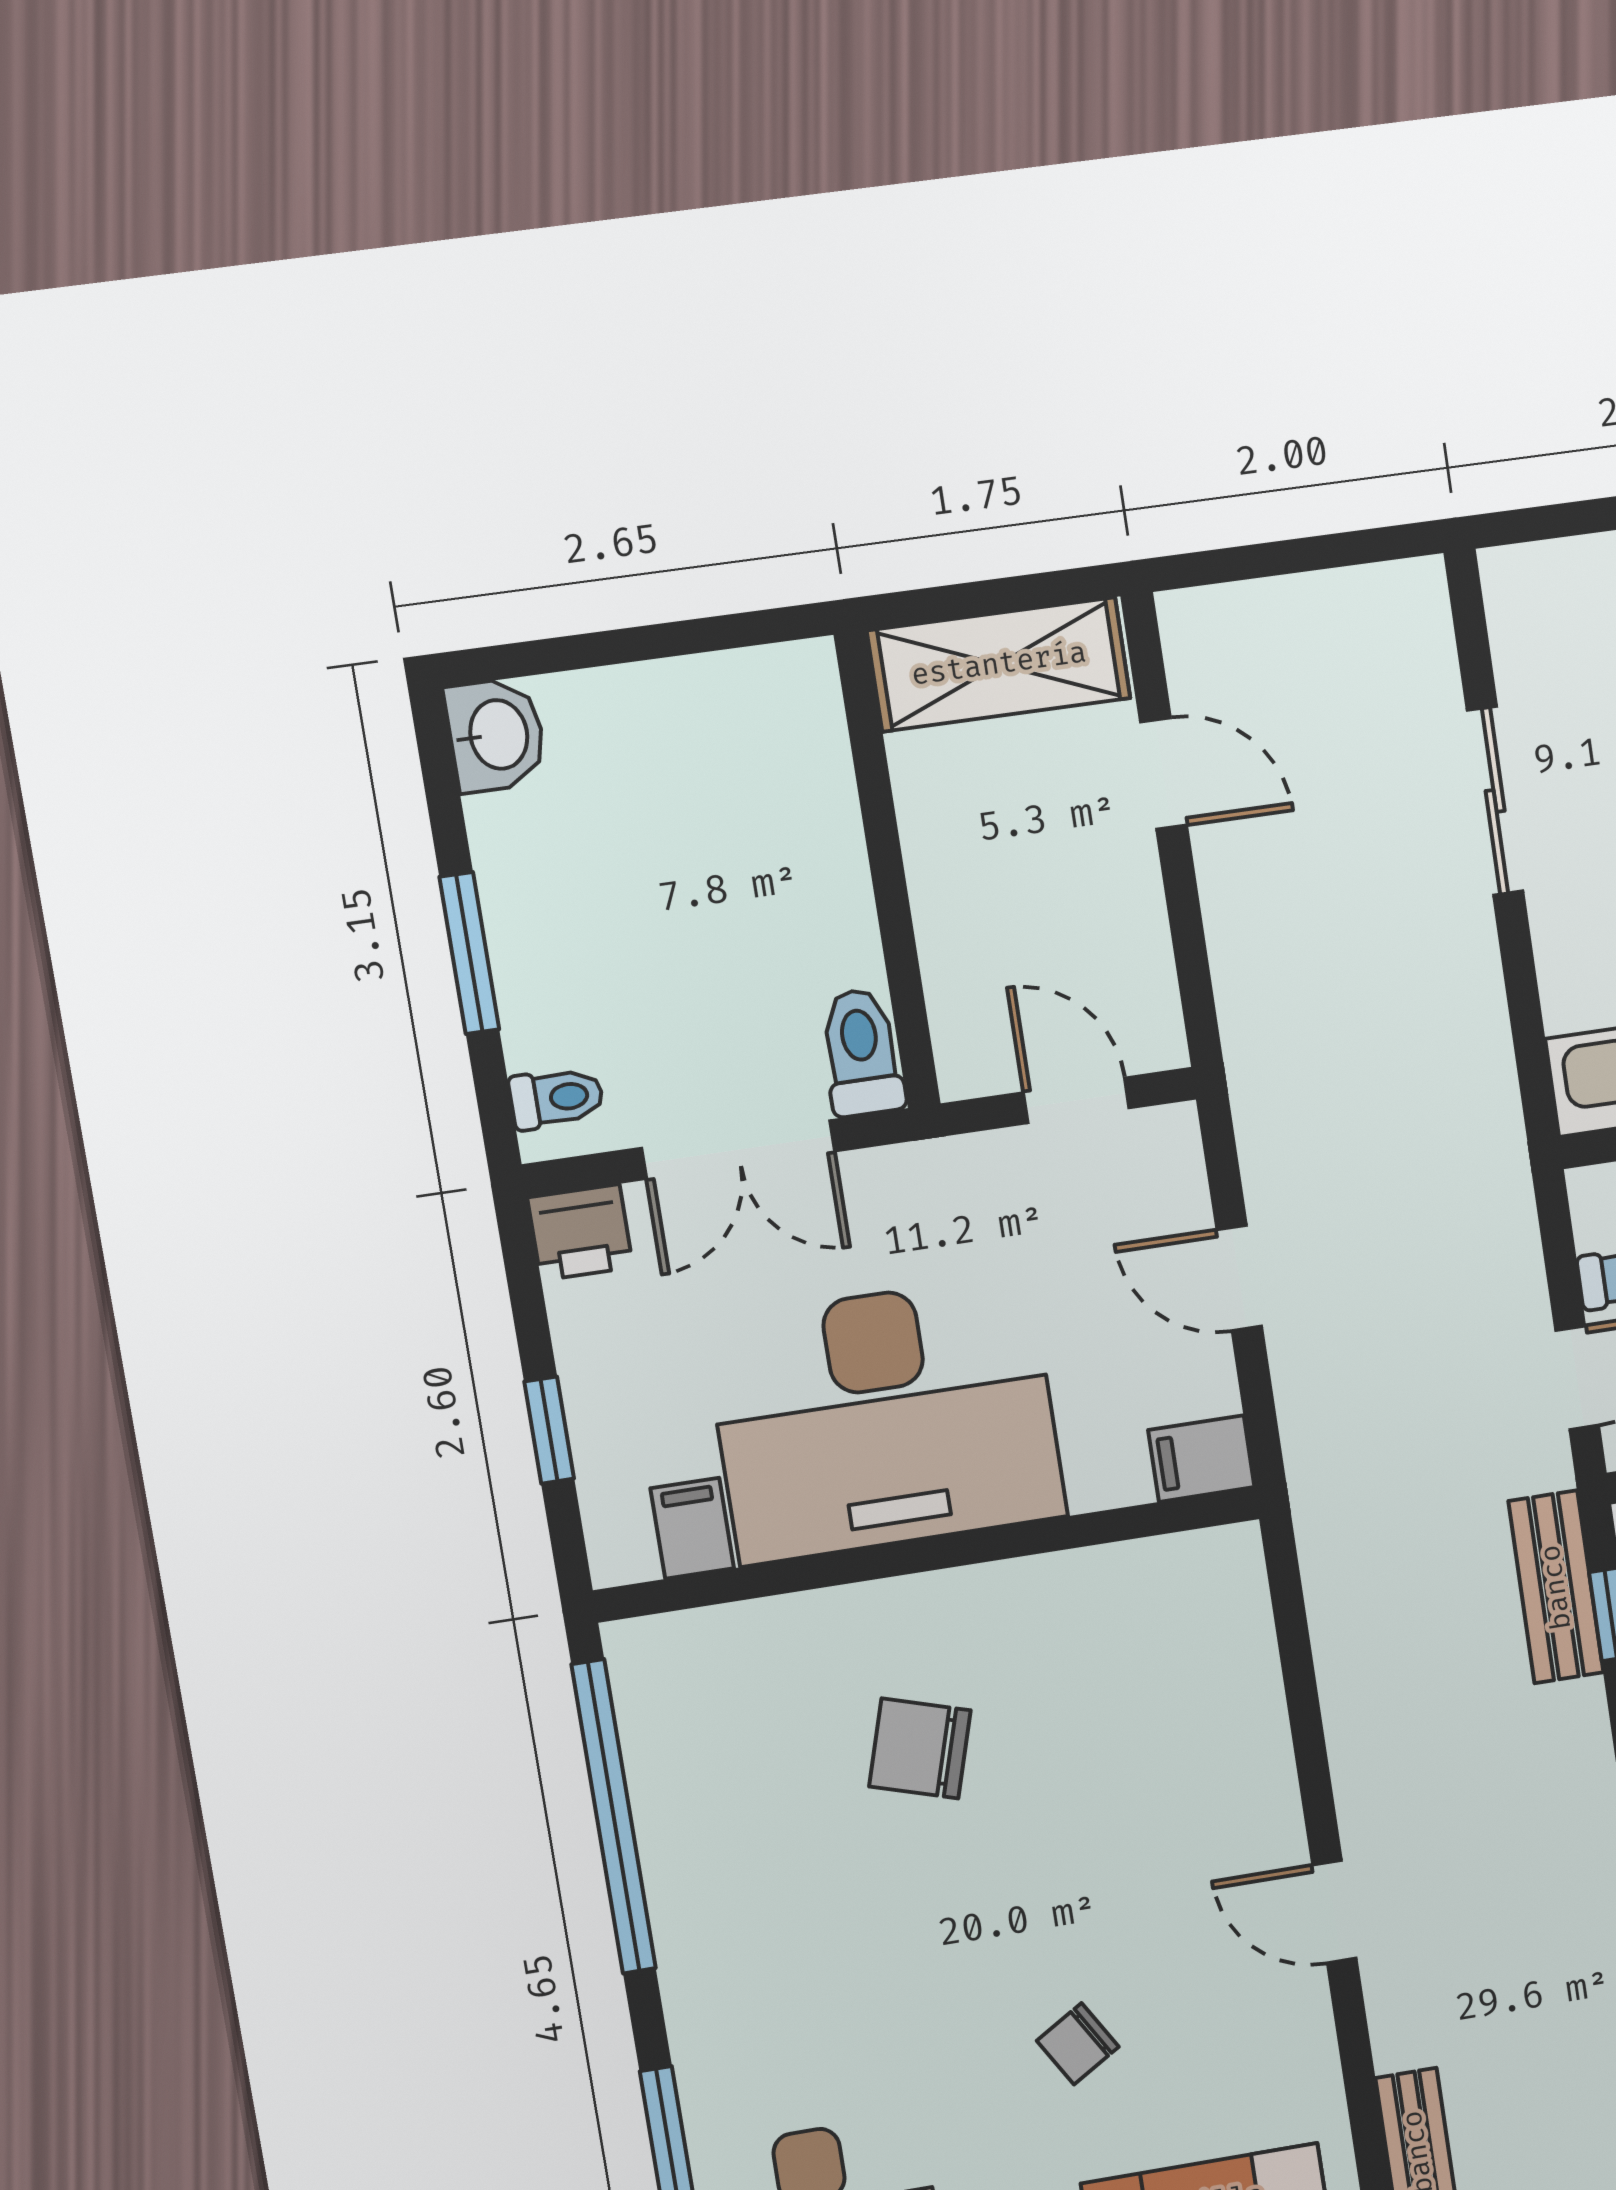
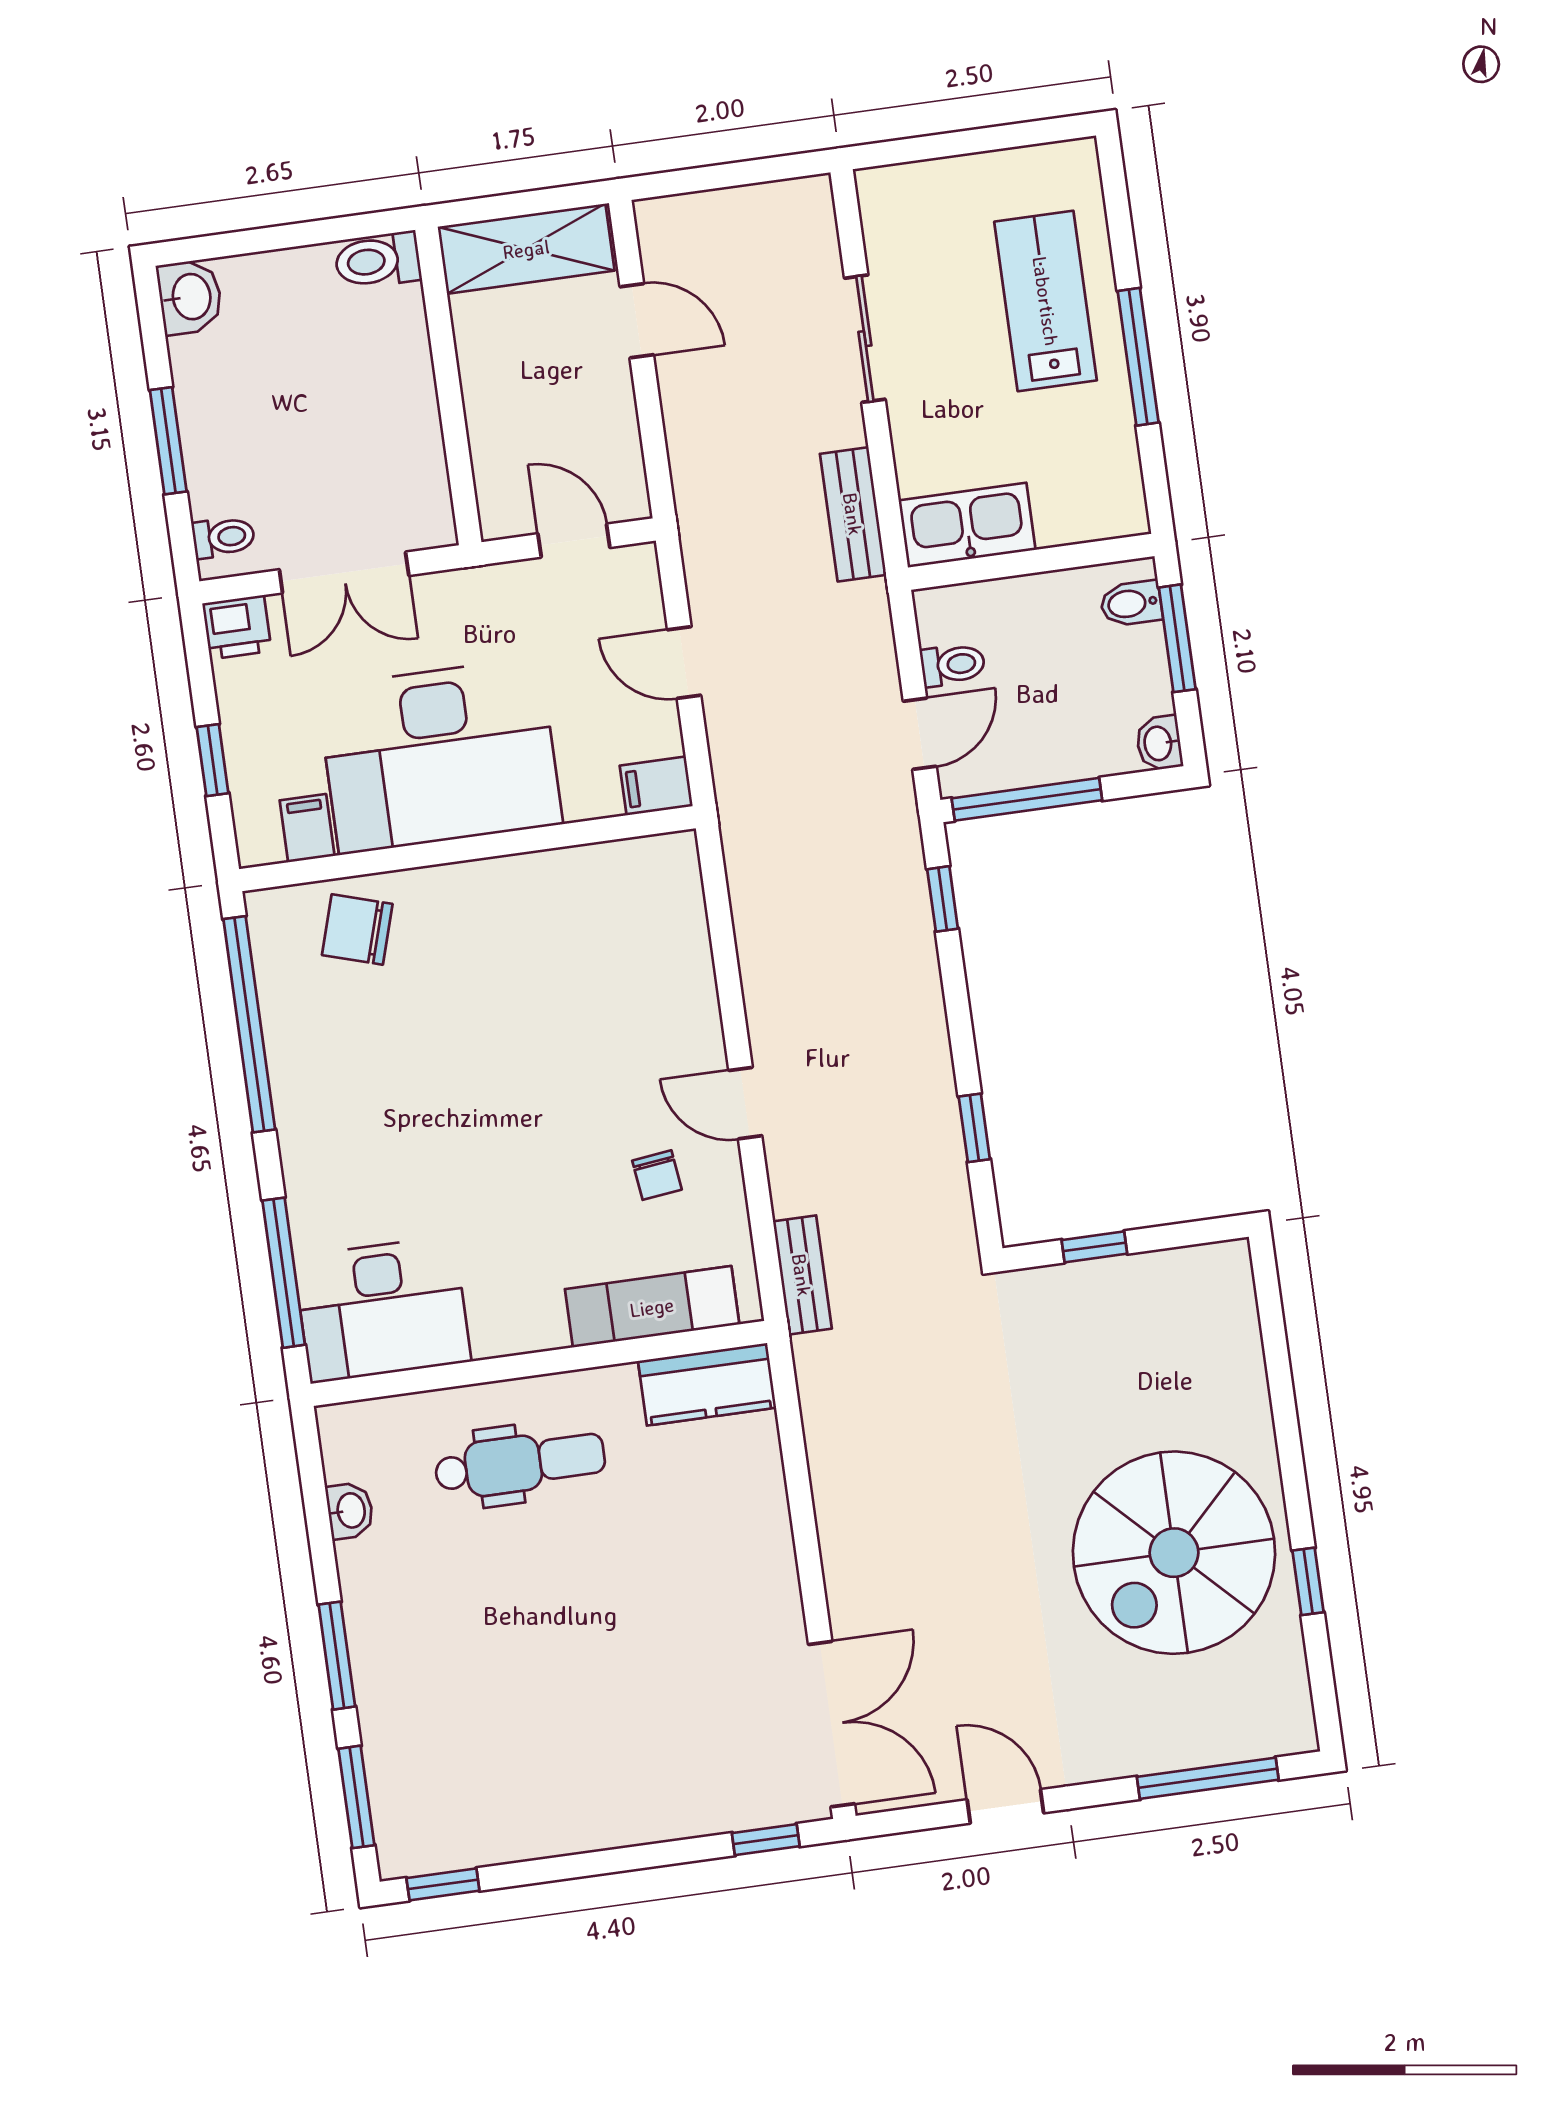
toilet: (862, 1052) -> (378, 260), moved, turned -90
bench: (1556, 1587) -> (853, 514), moved
chair: (920, 1748) -> (357, 930), moved
chair: (1078, 2044) -> (657, 1175), moved, turned -66

